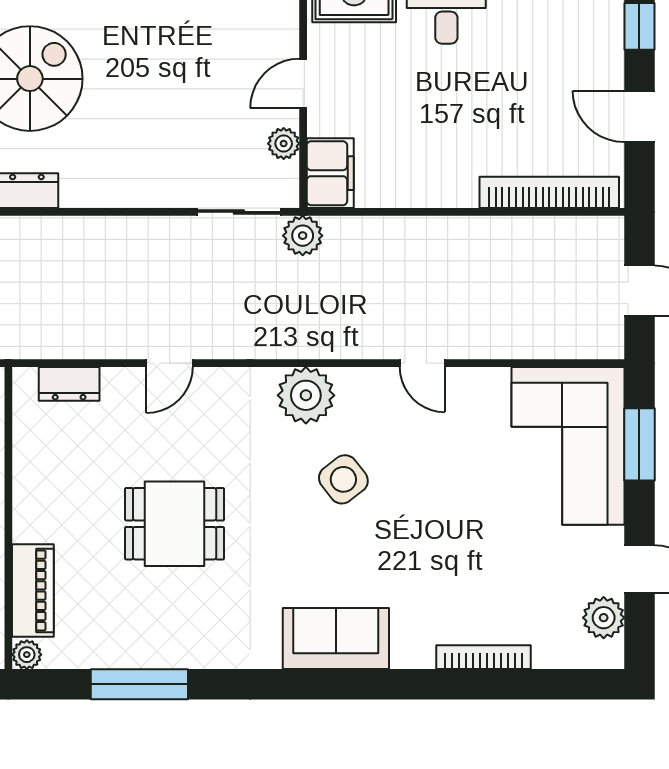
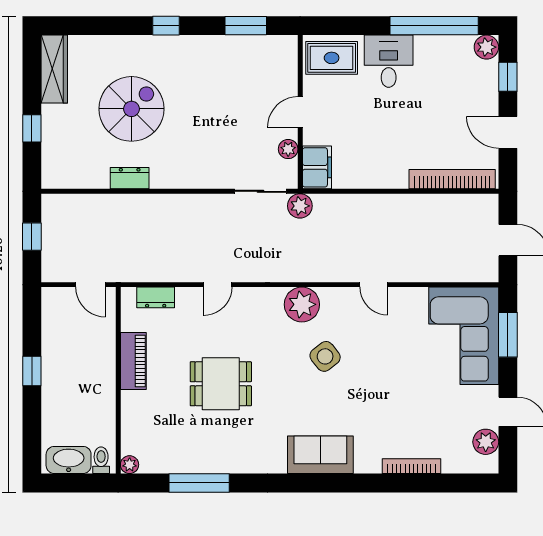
piano: (33, 590) -> (133, 361), moved

